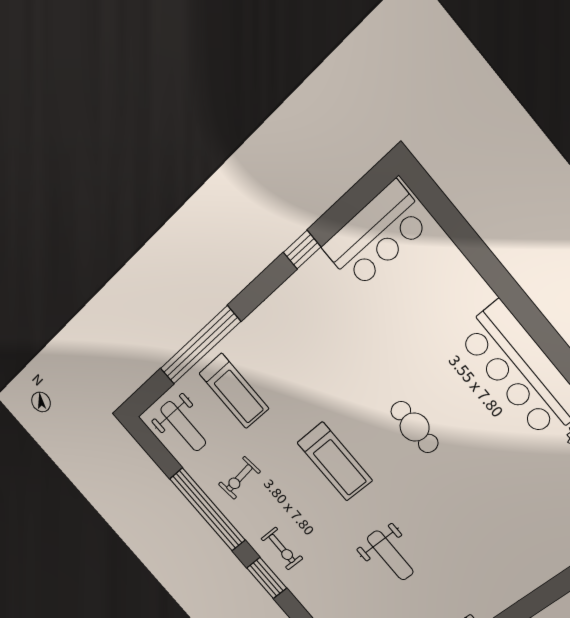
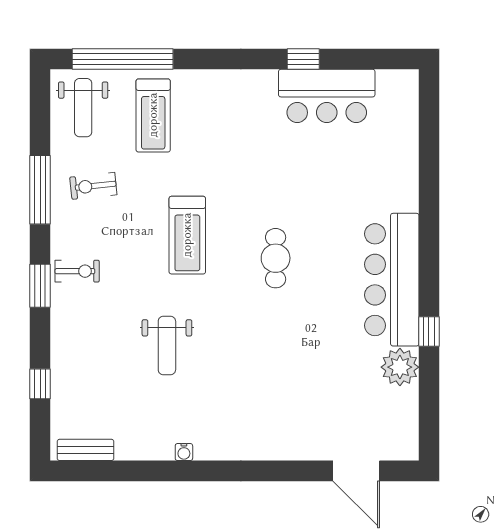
bar counter: (376, 235) -> (327, 96), moved
window: (200, 345) -> (123, 59), moved
window: (207, 510) -> (40, 190), width x0.68
exercise bike: (282, 549) -> (77, 271), turned -90

